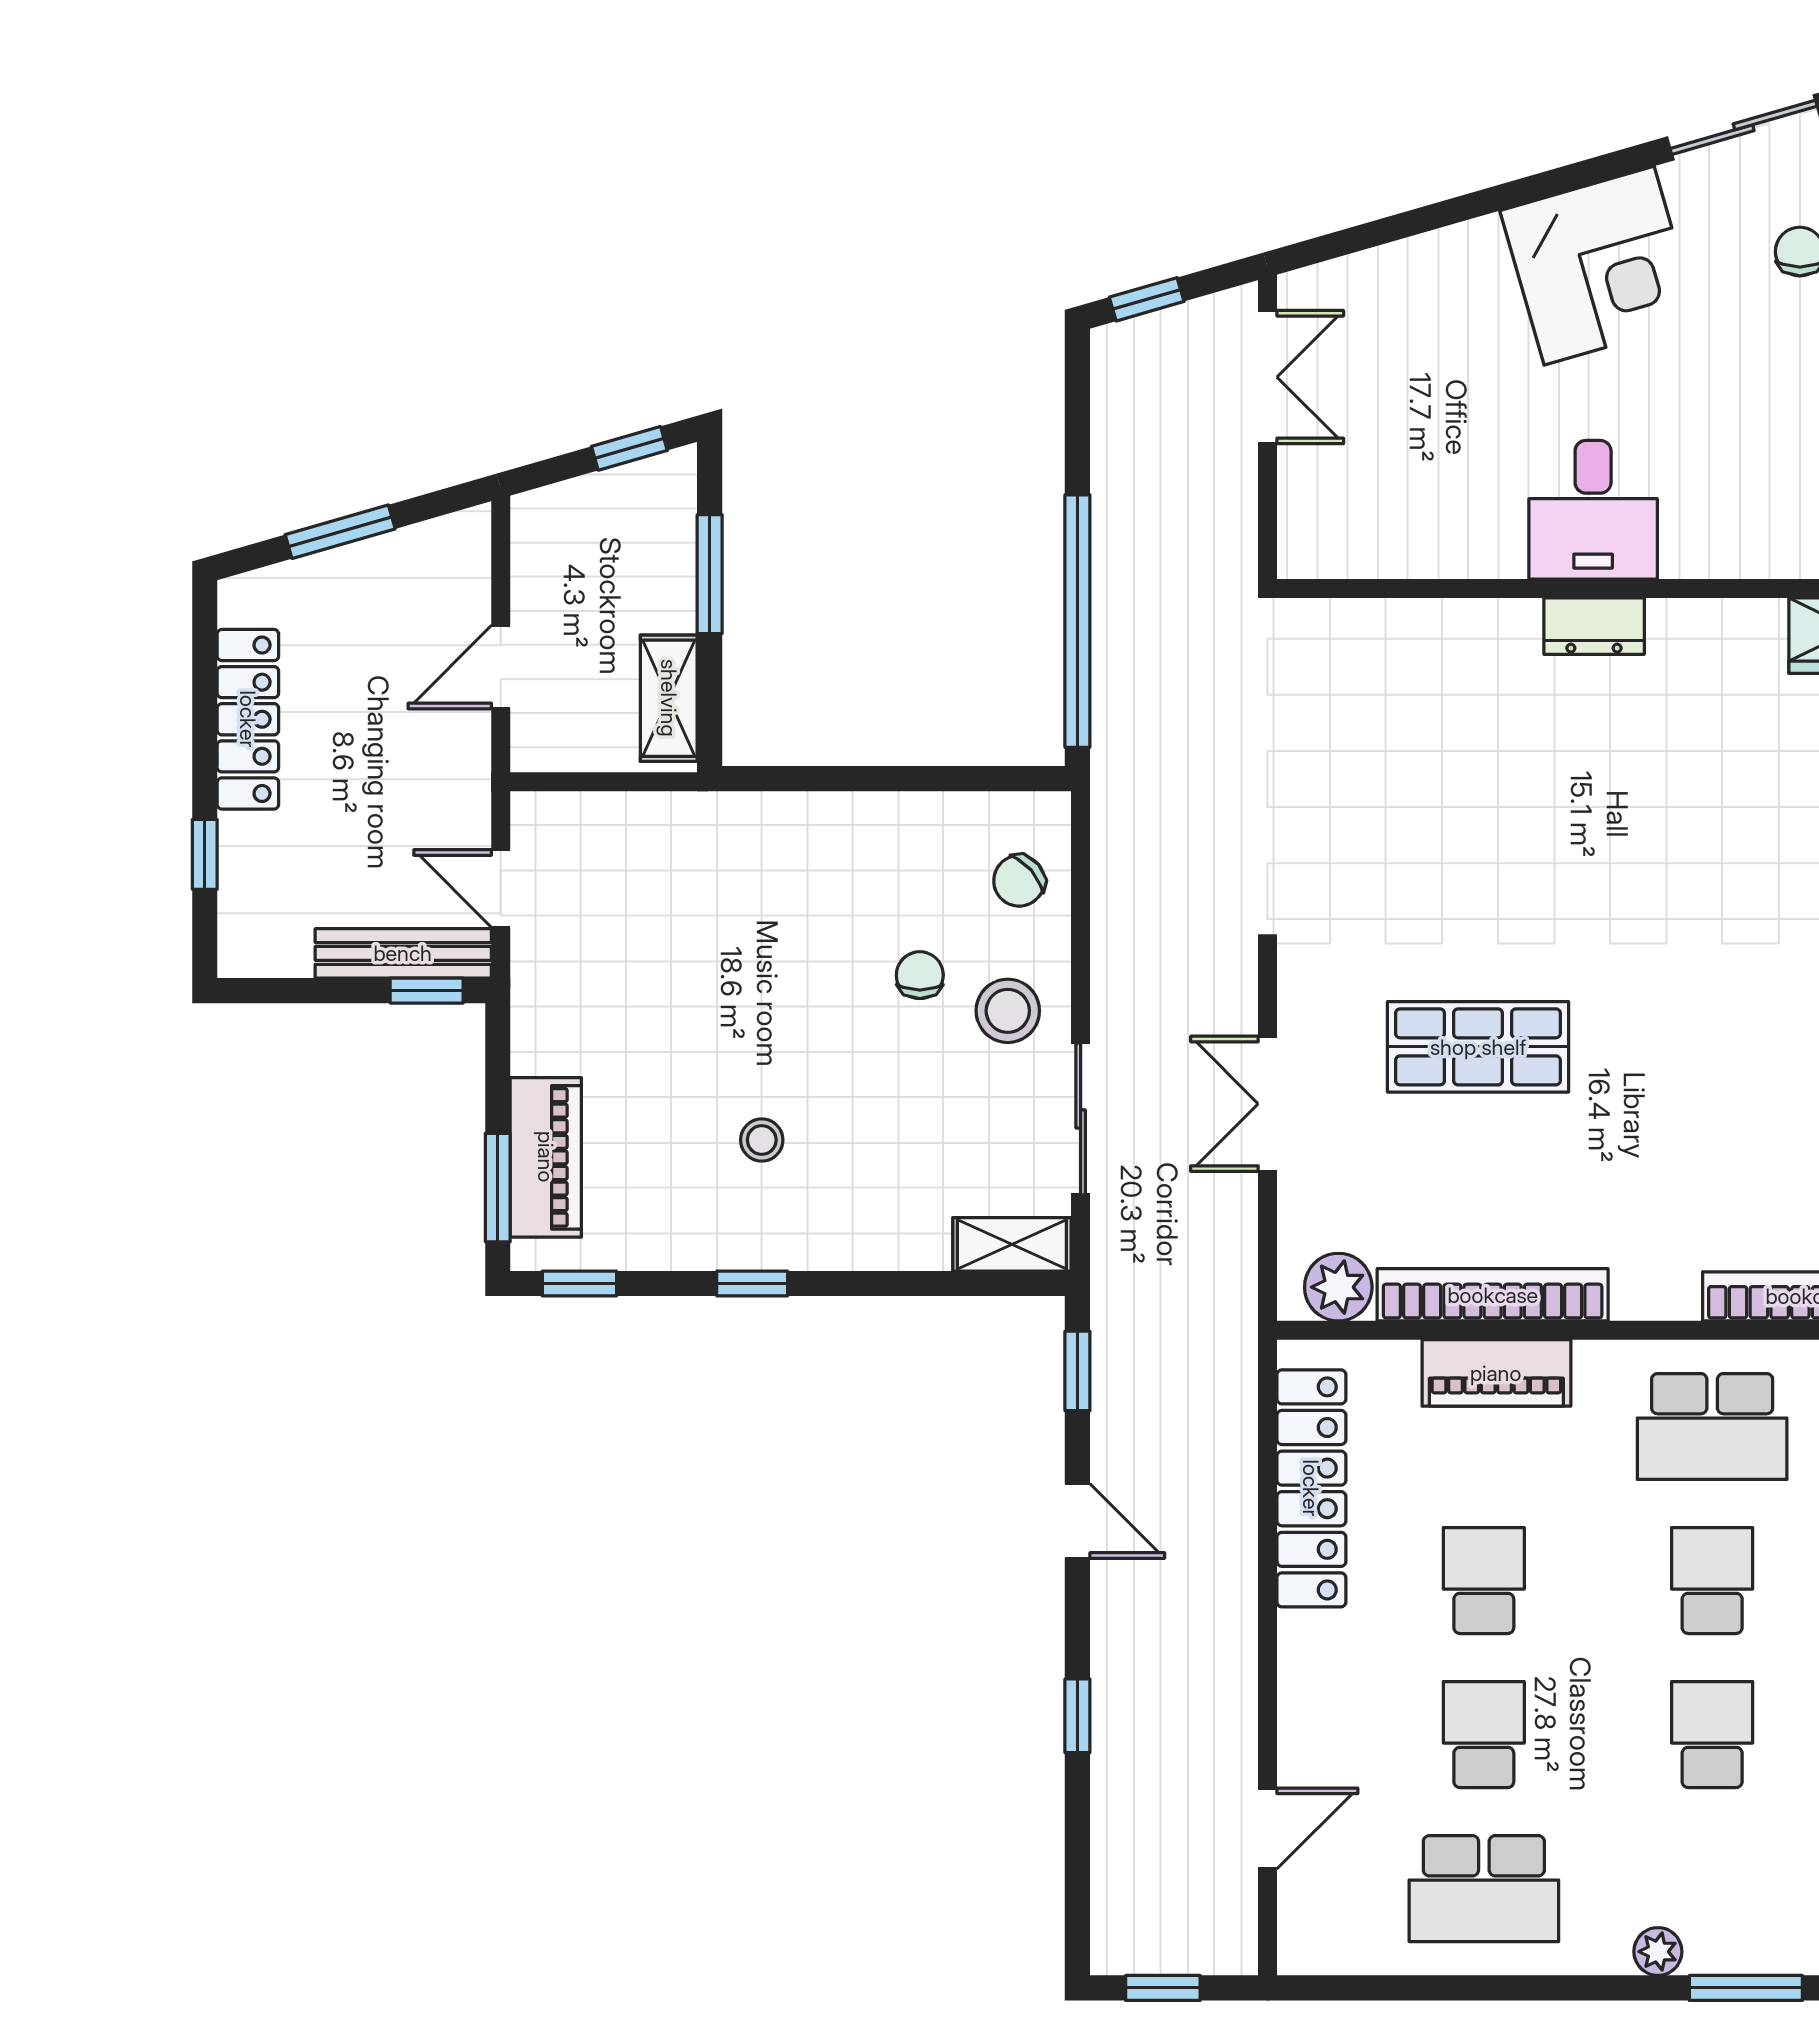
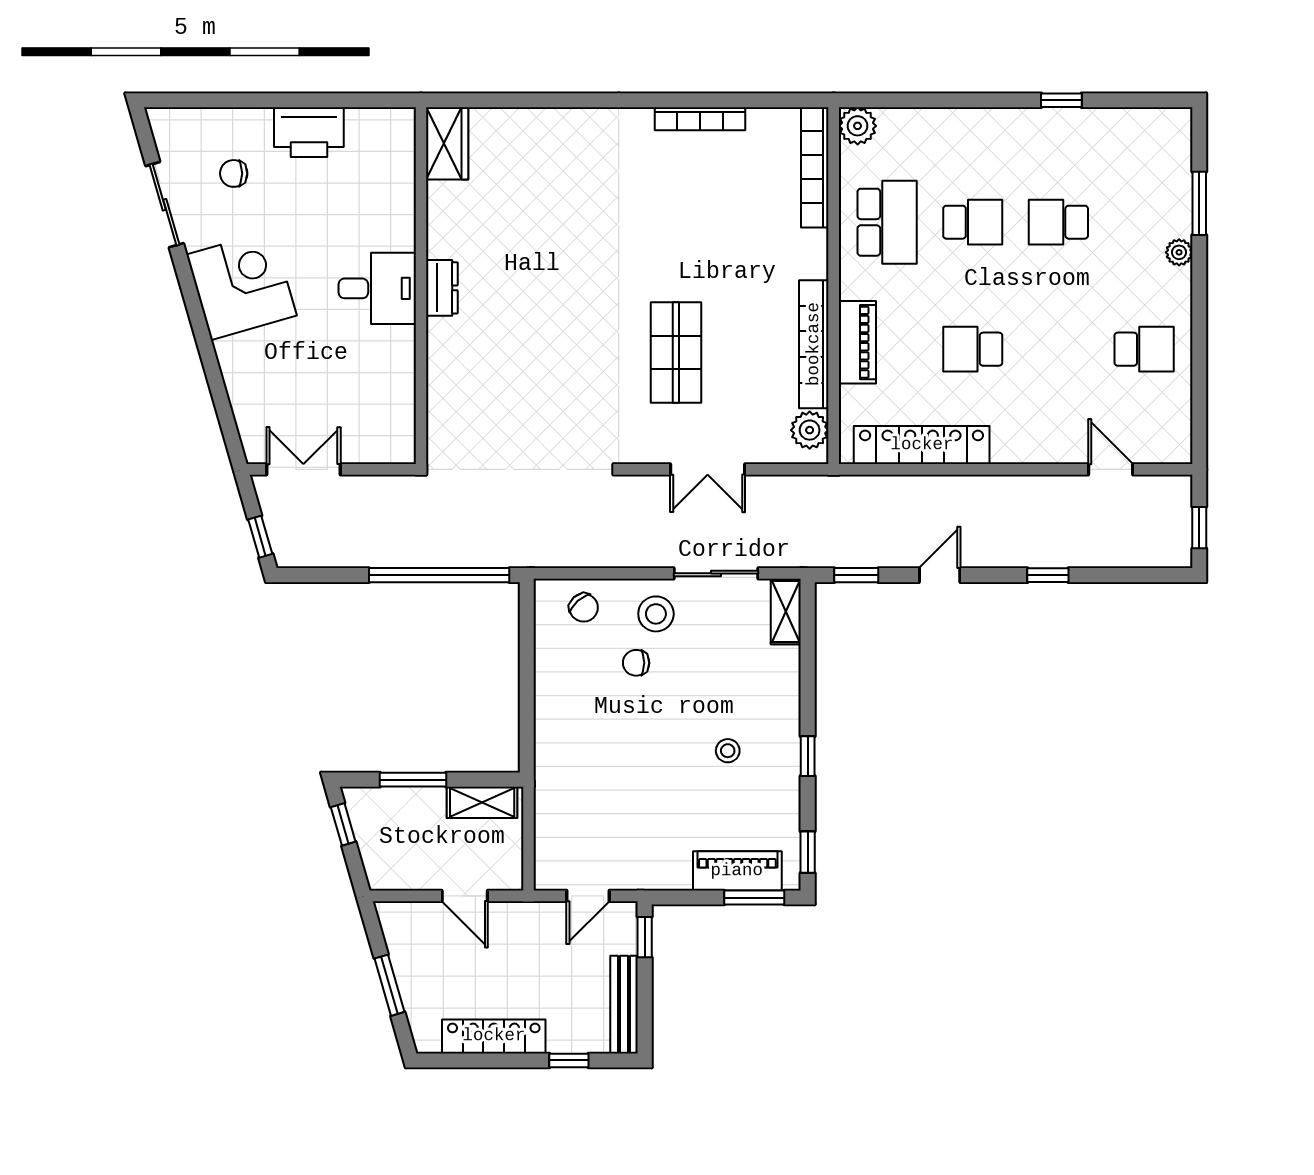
bench: (403, 953) -> (624, 1005), moved
school desk: (1712, 1581) -> (973, 222), turned 180
school desk: (1484, 1735) -> (1058, 349), removed
school desk: (1484, 1889) -> (1144, 349), width x0.54

